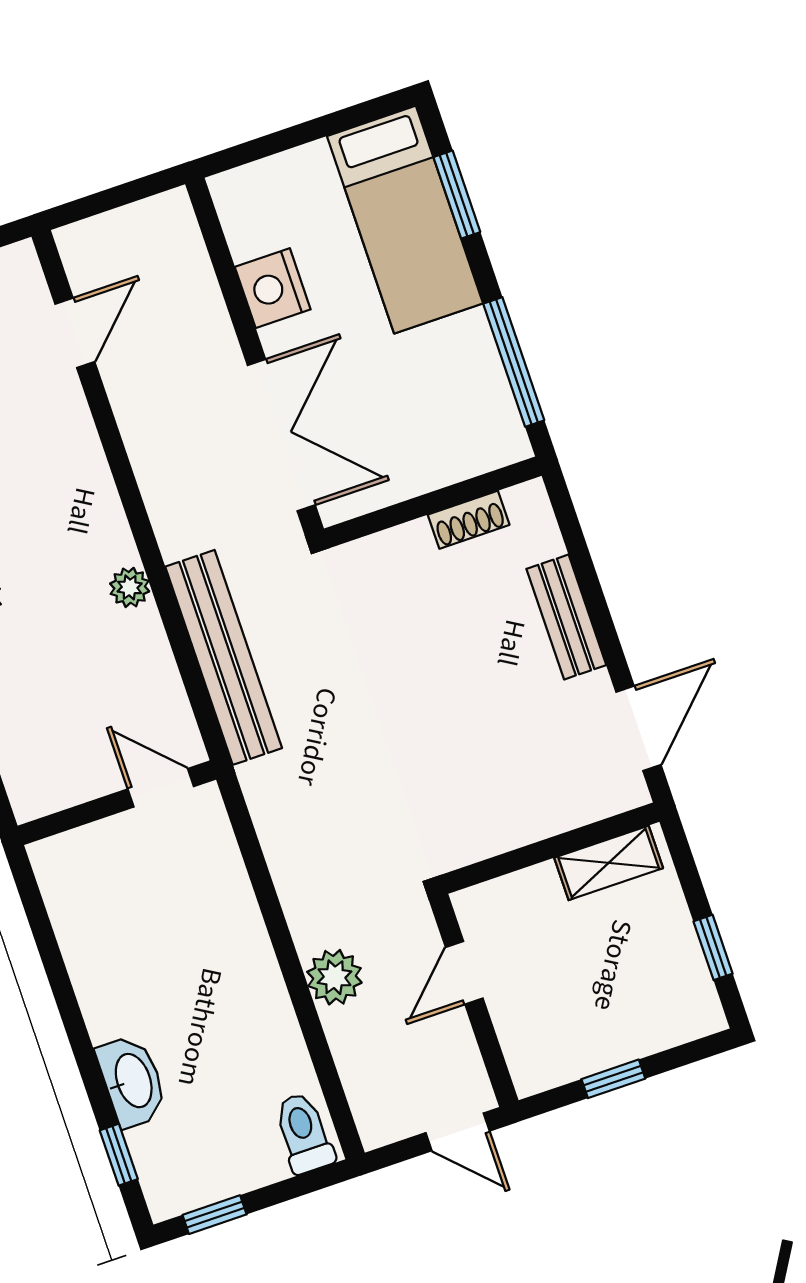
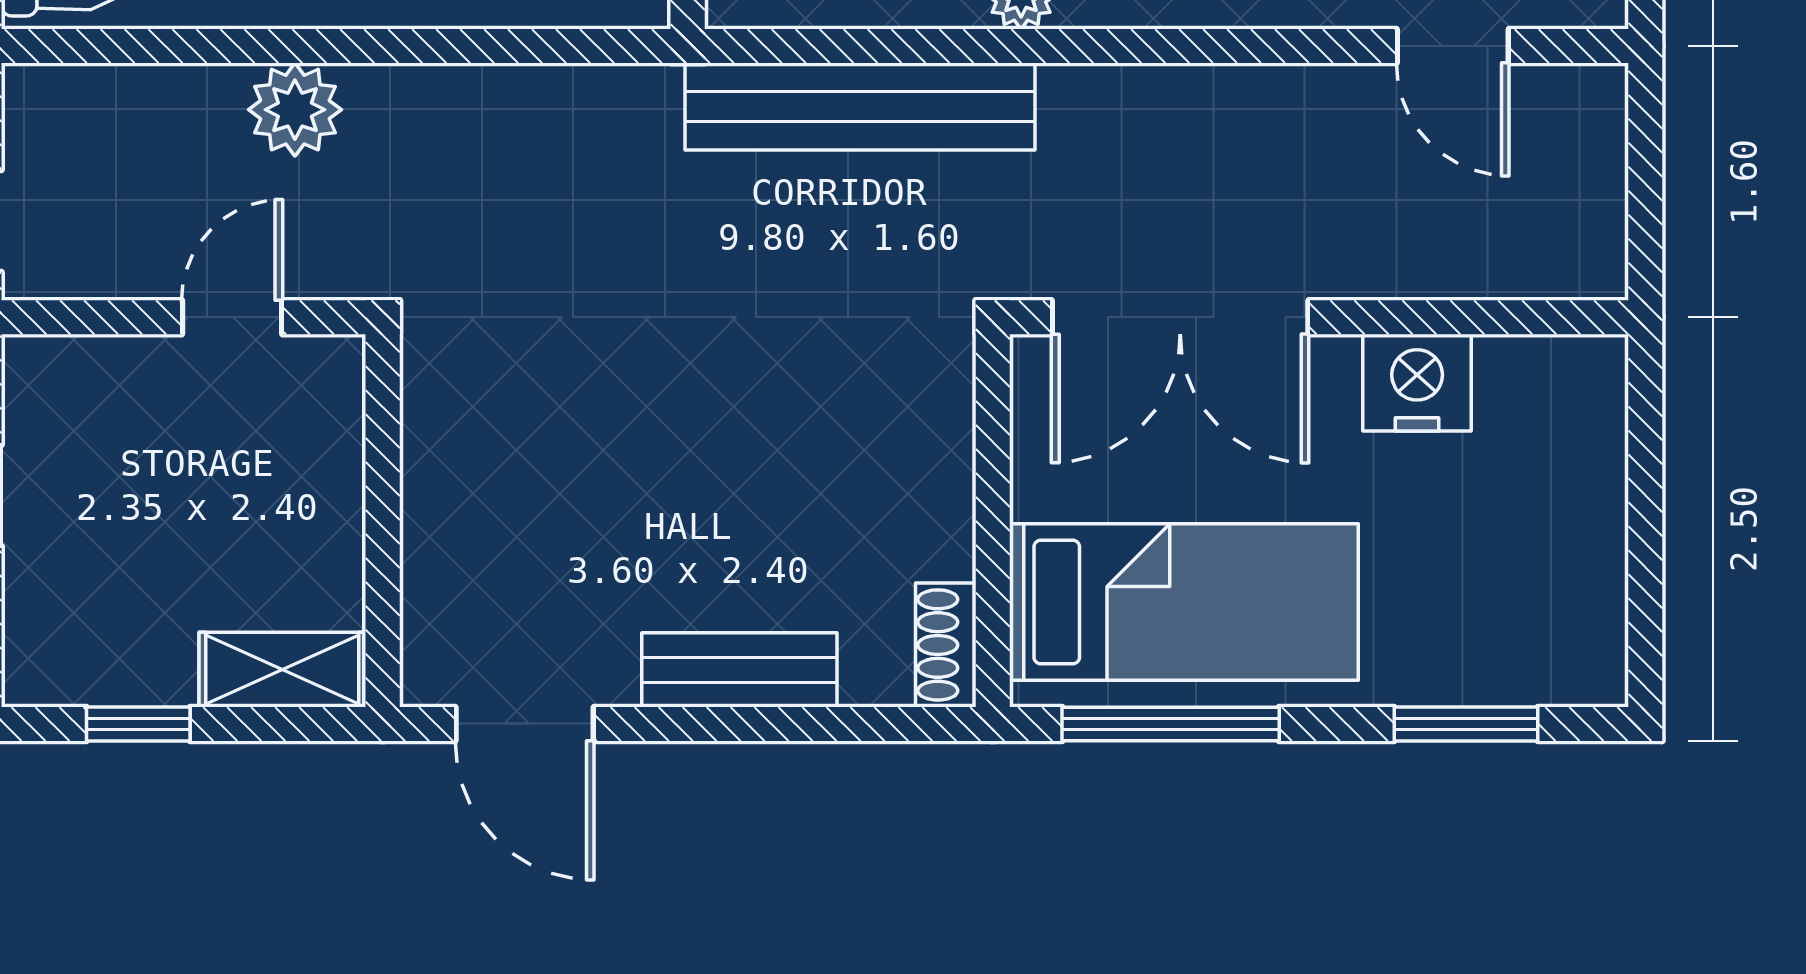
bed: (405, 220) -> (1184, 602), moved, turned 180
shoe rack: (469, 520) -> (946, 645), moved
shelving: (609, 863) -> (282, 670), moved, turned 90
door: (464, 973) -> (232, 317), hinge flipped

